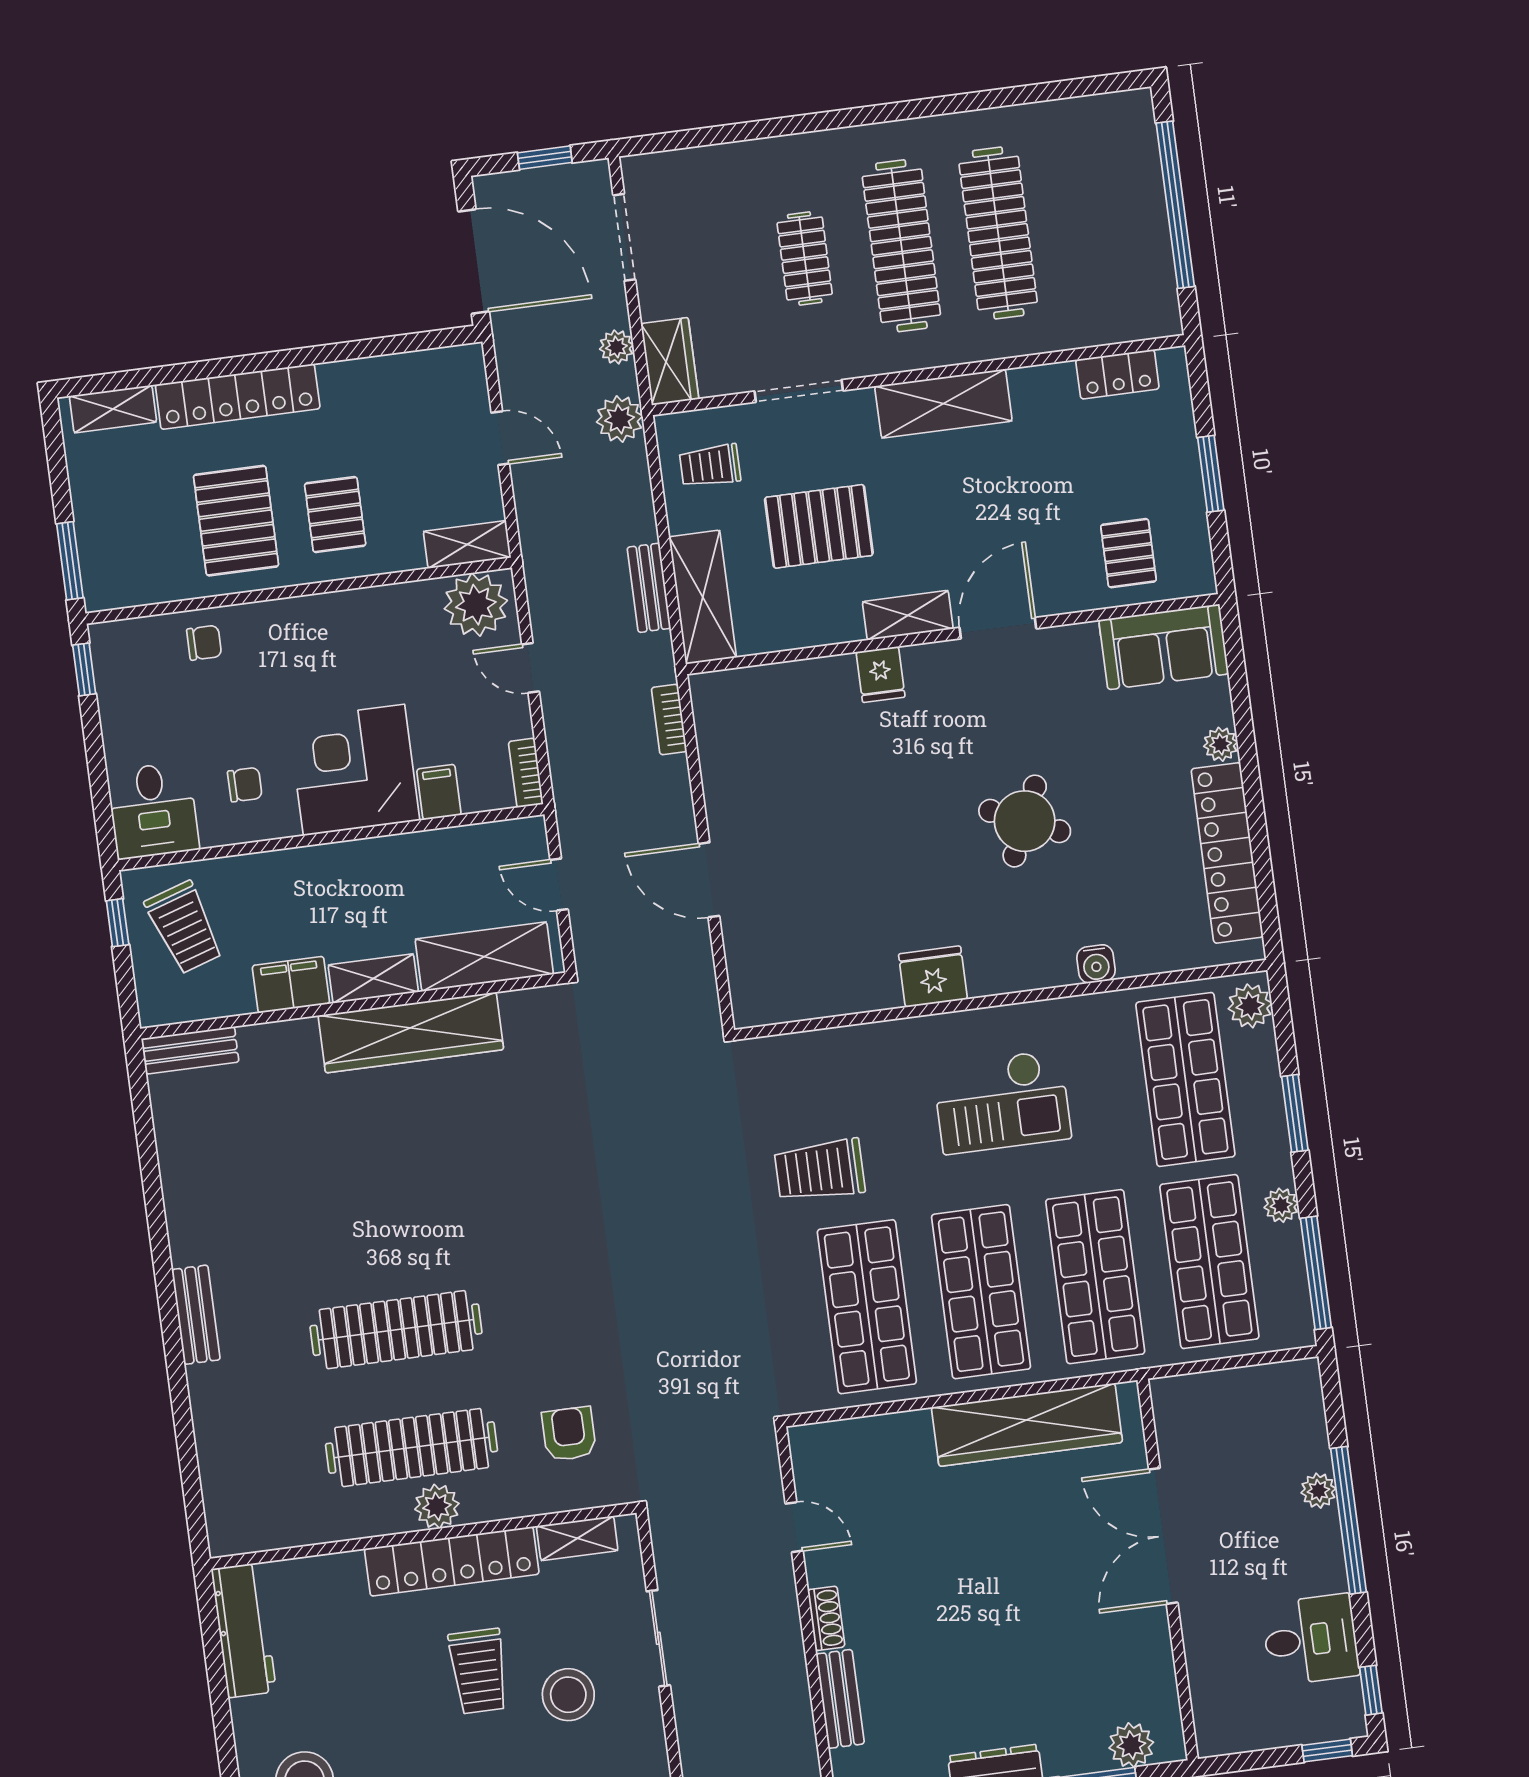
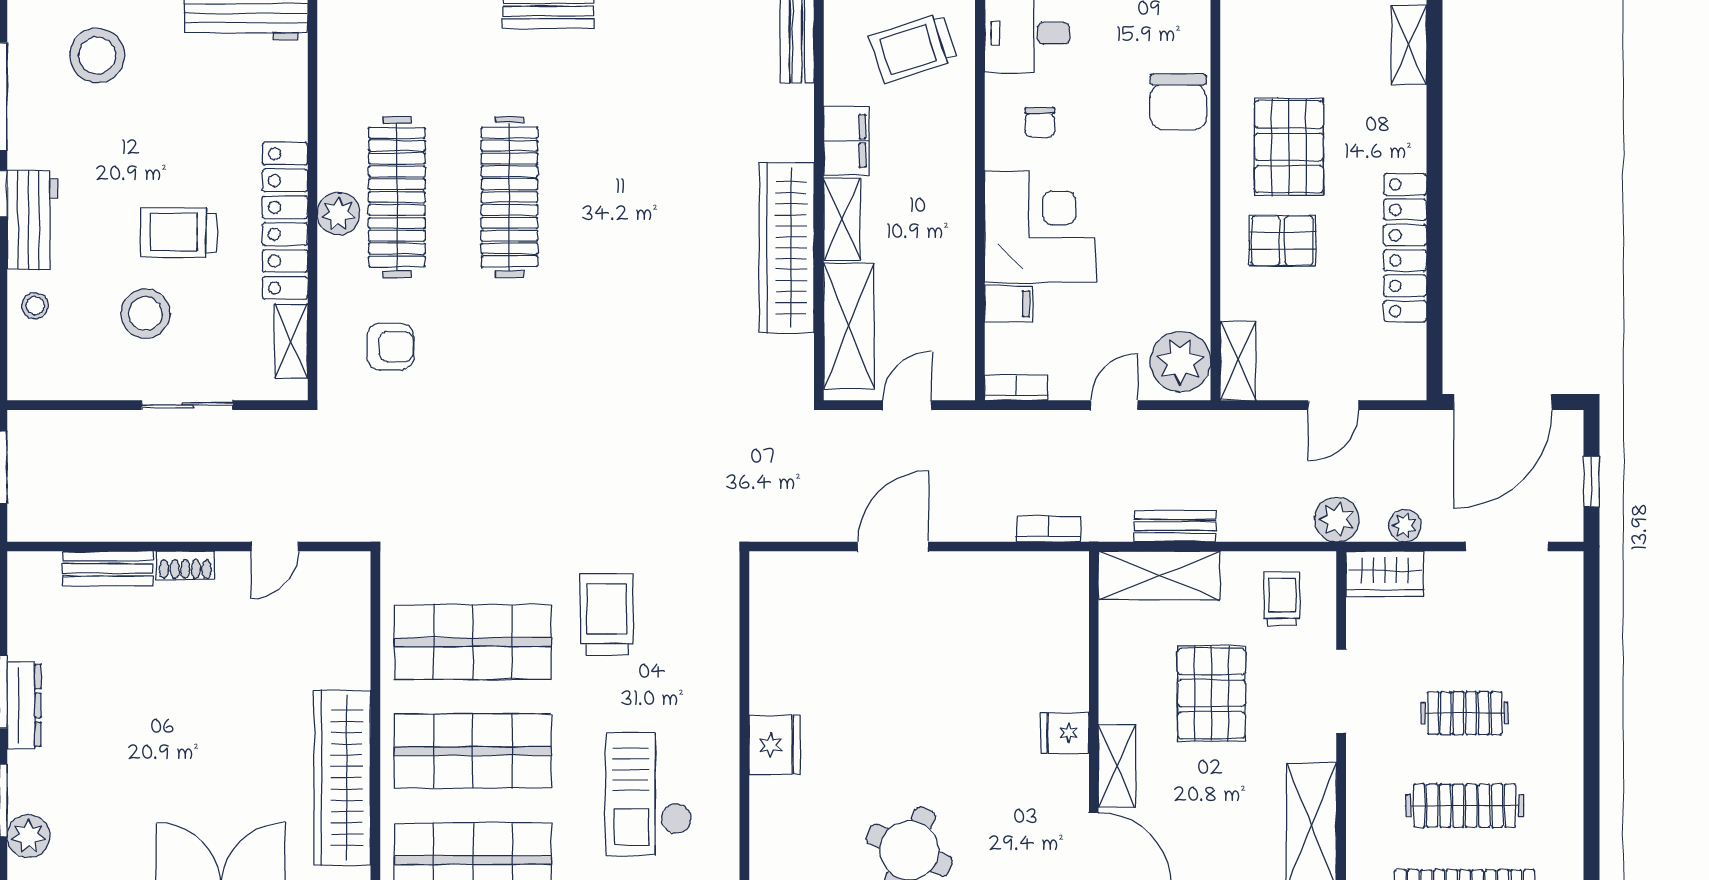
clothes rail: (901, 246) -> (1465, 806), width x0.73, depth x0.76
locker: (238, 397) -> (1405, 248), moved
pallet: (236, 521) -> (1289, 147), turned 90
chair: (204, 643) -> (1178, 102), width x1.87, depth x1.87

